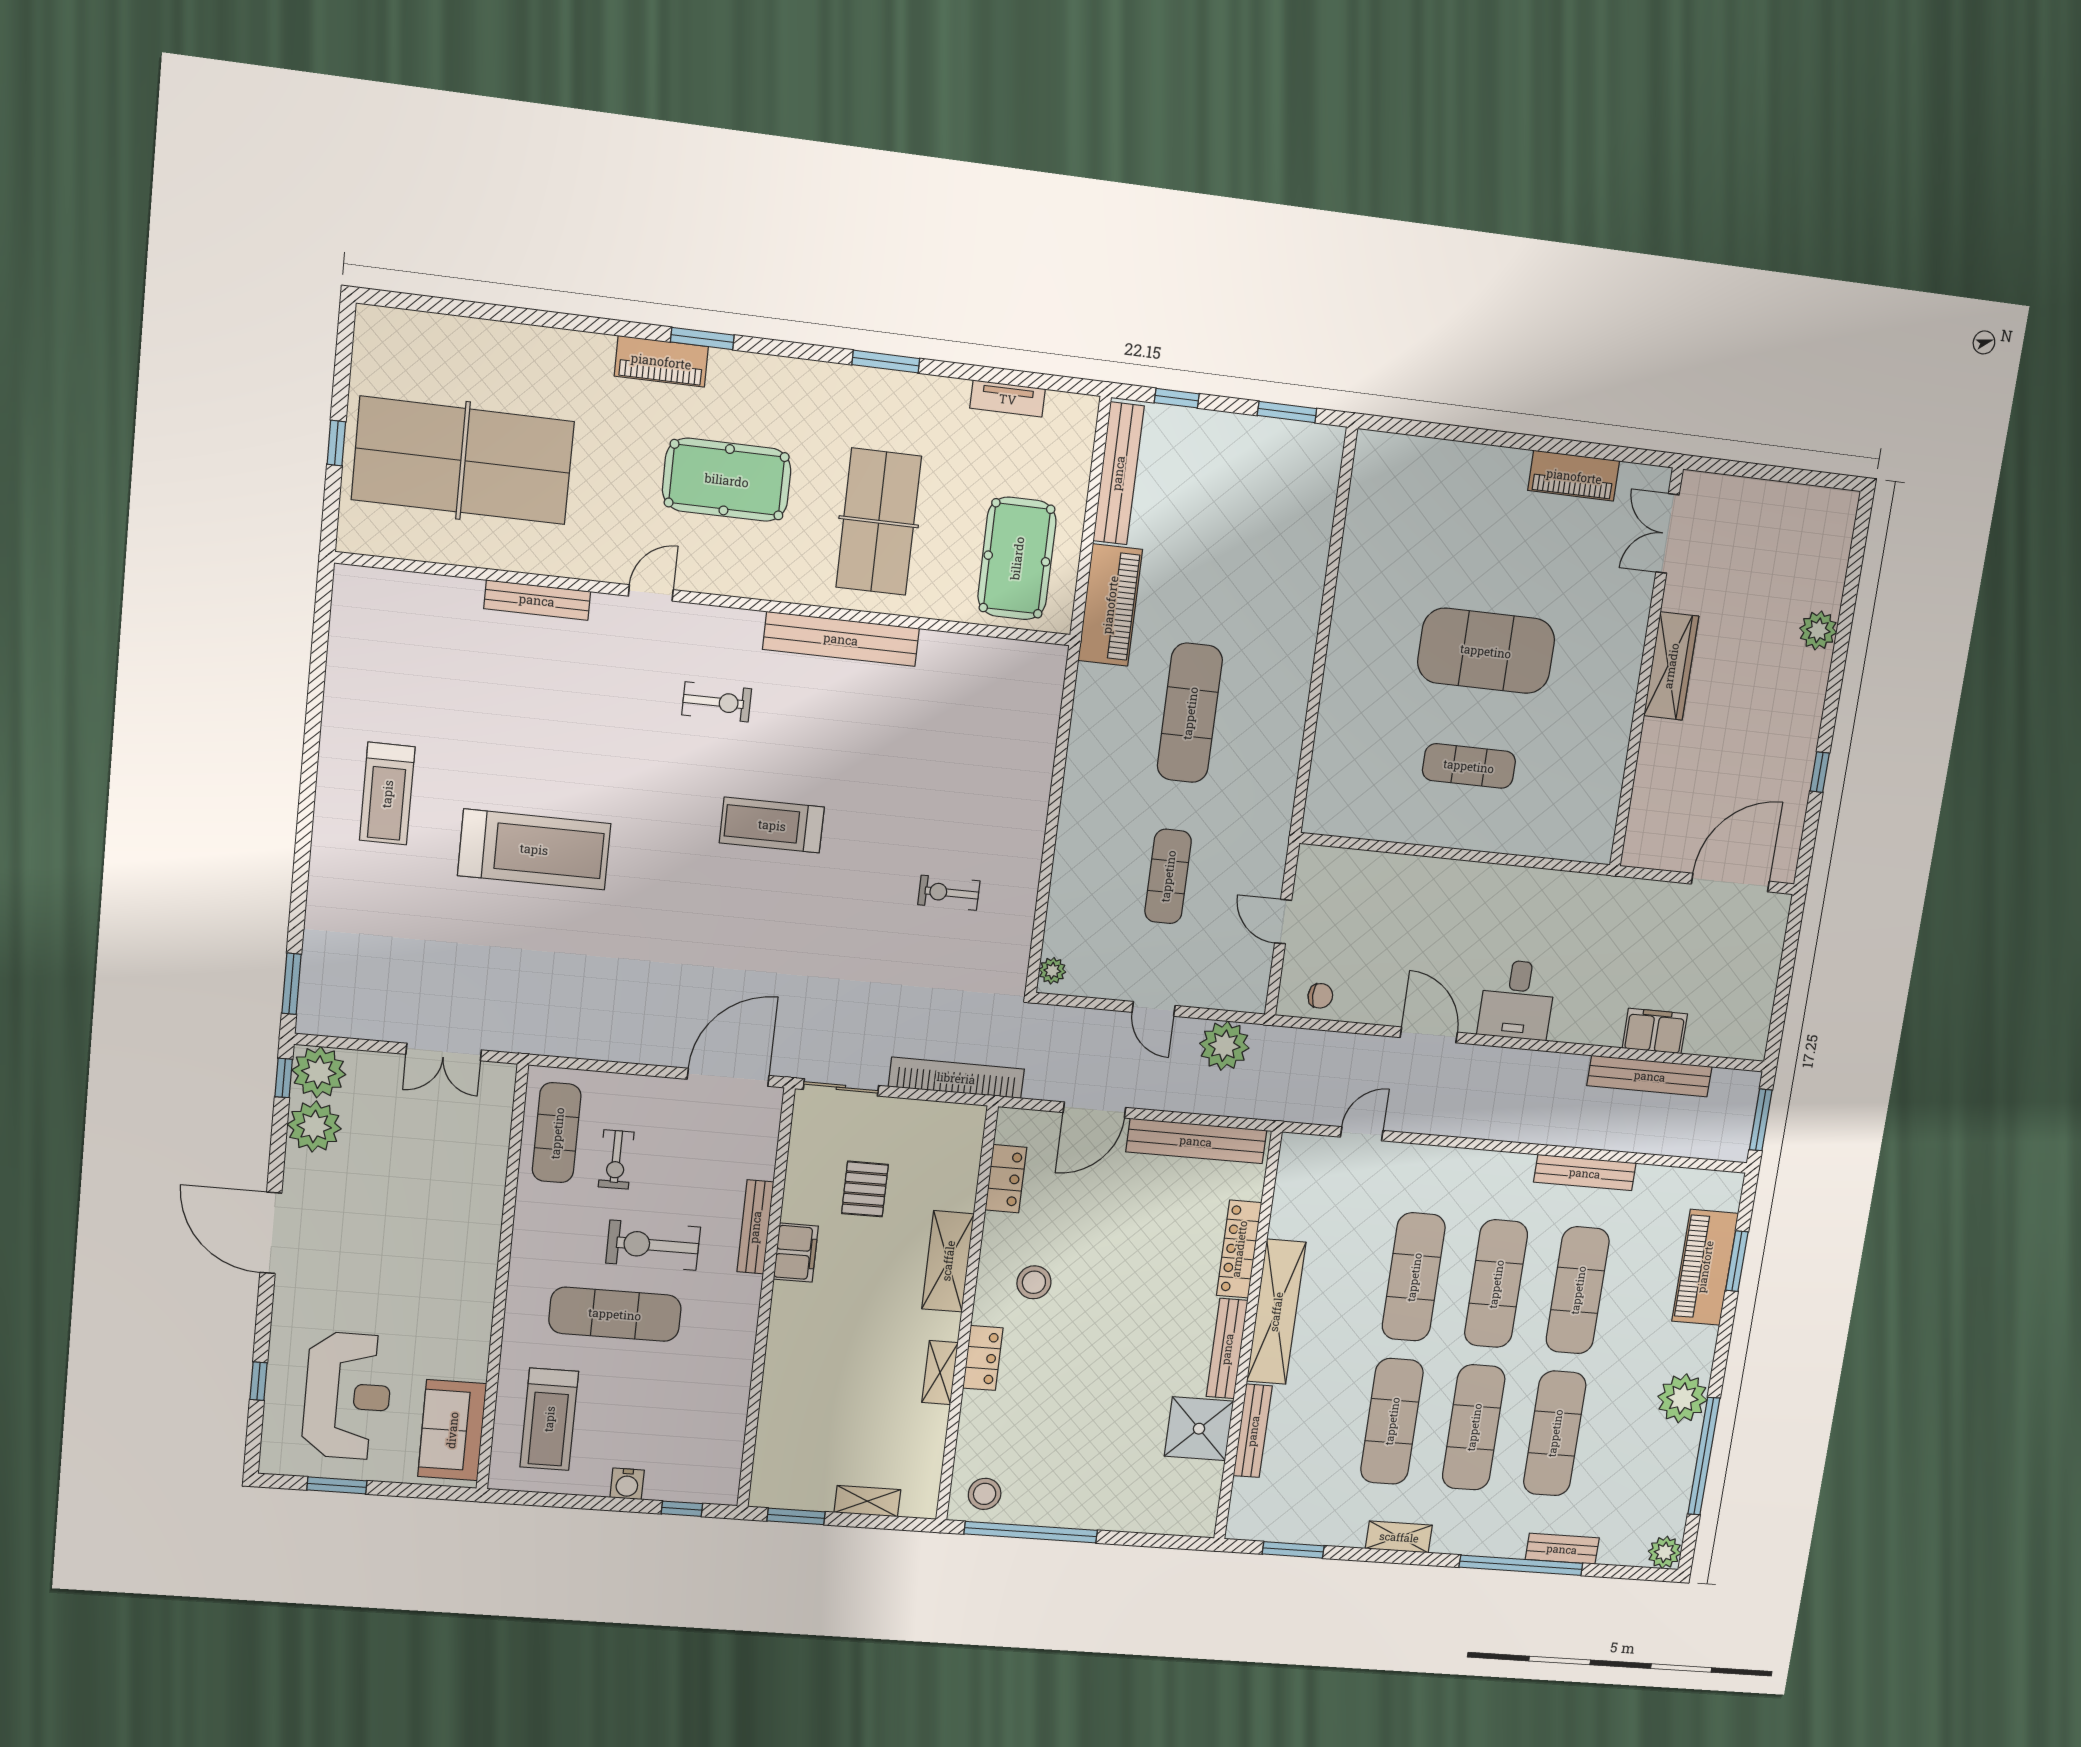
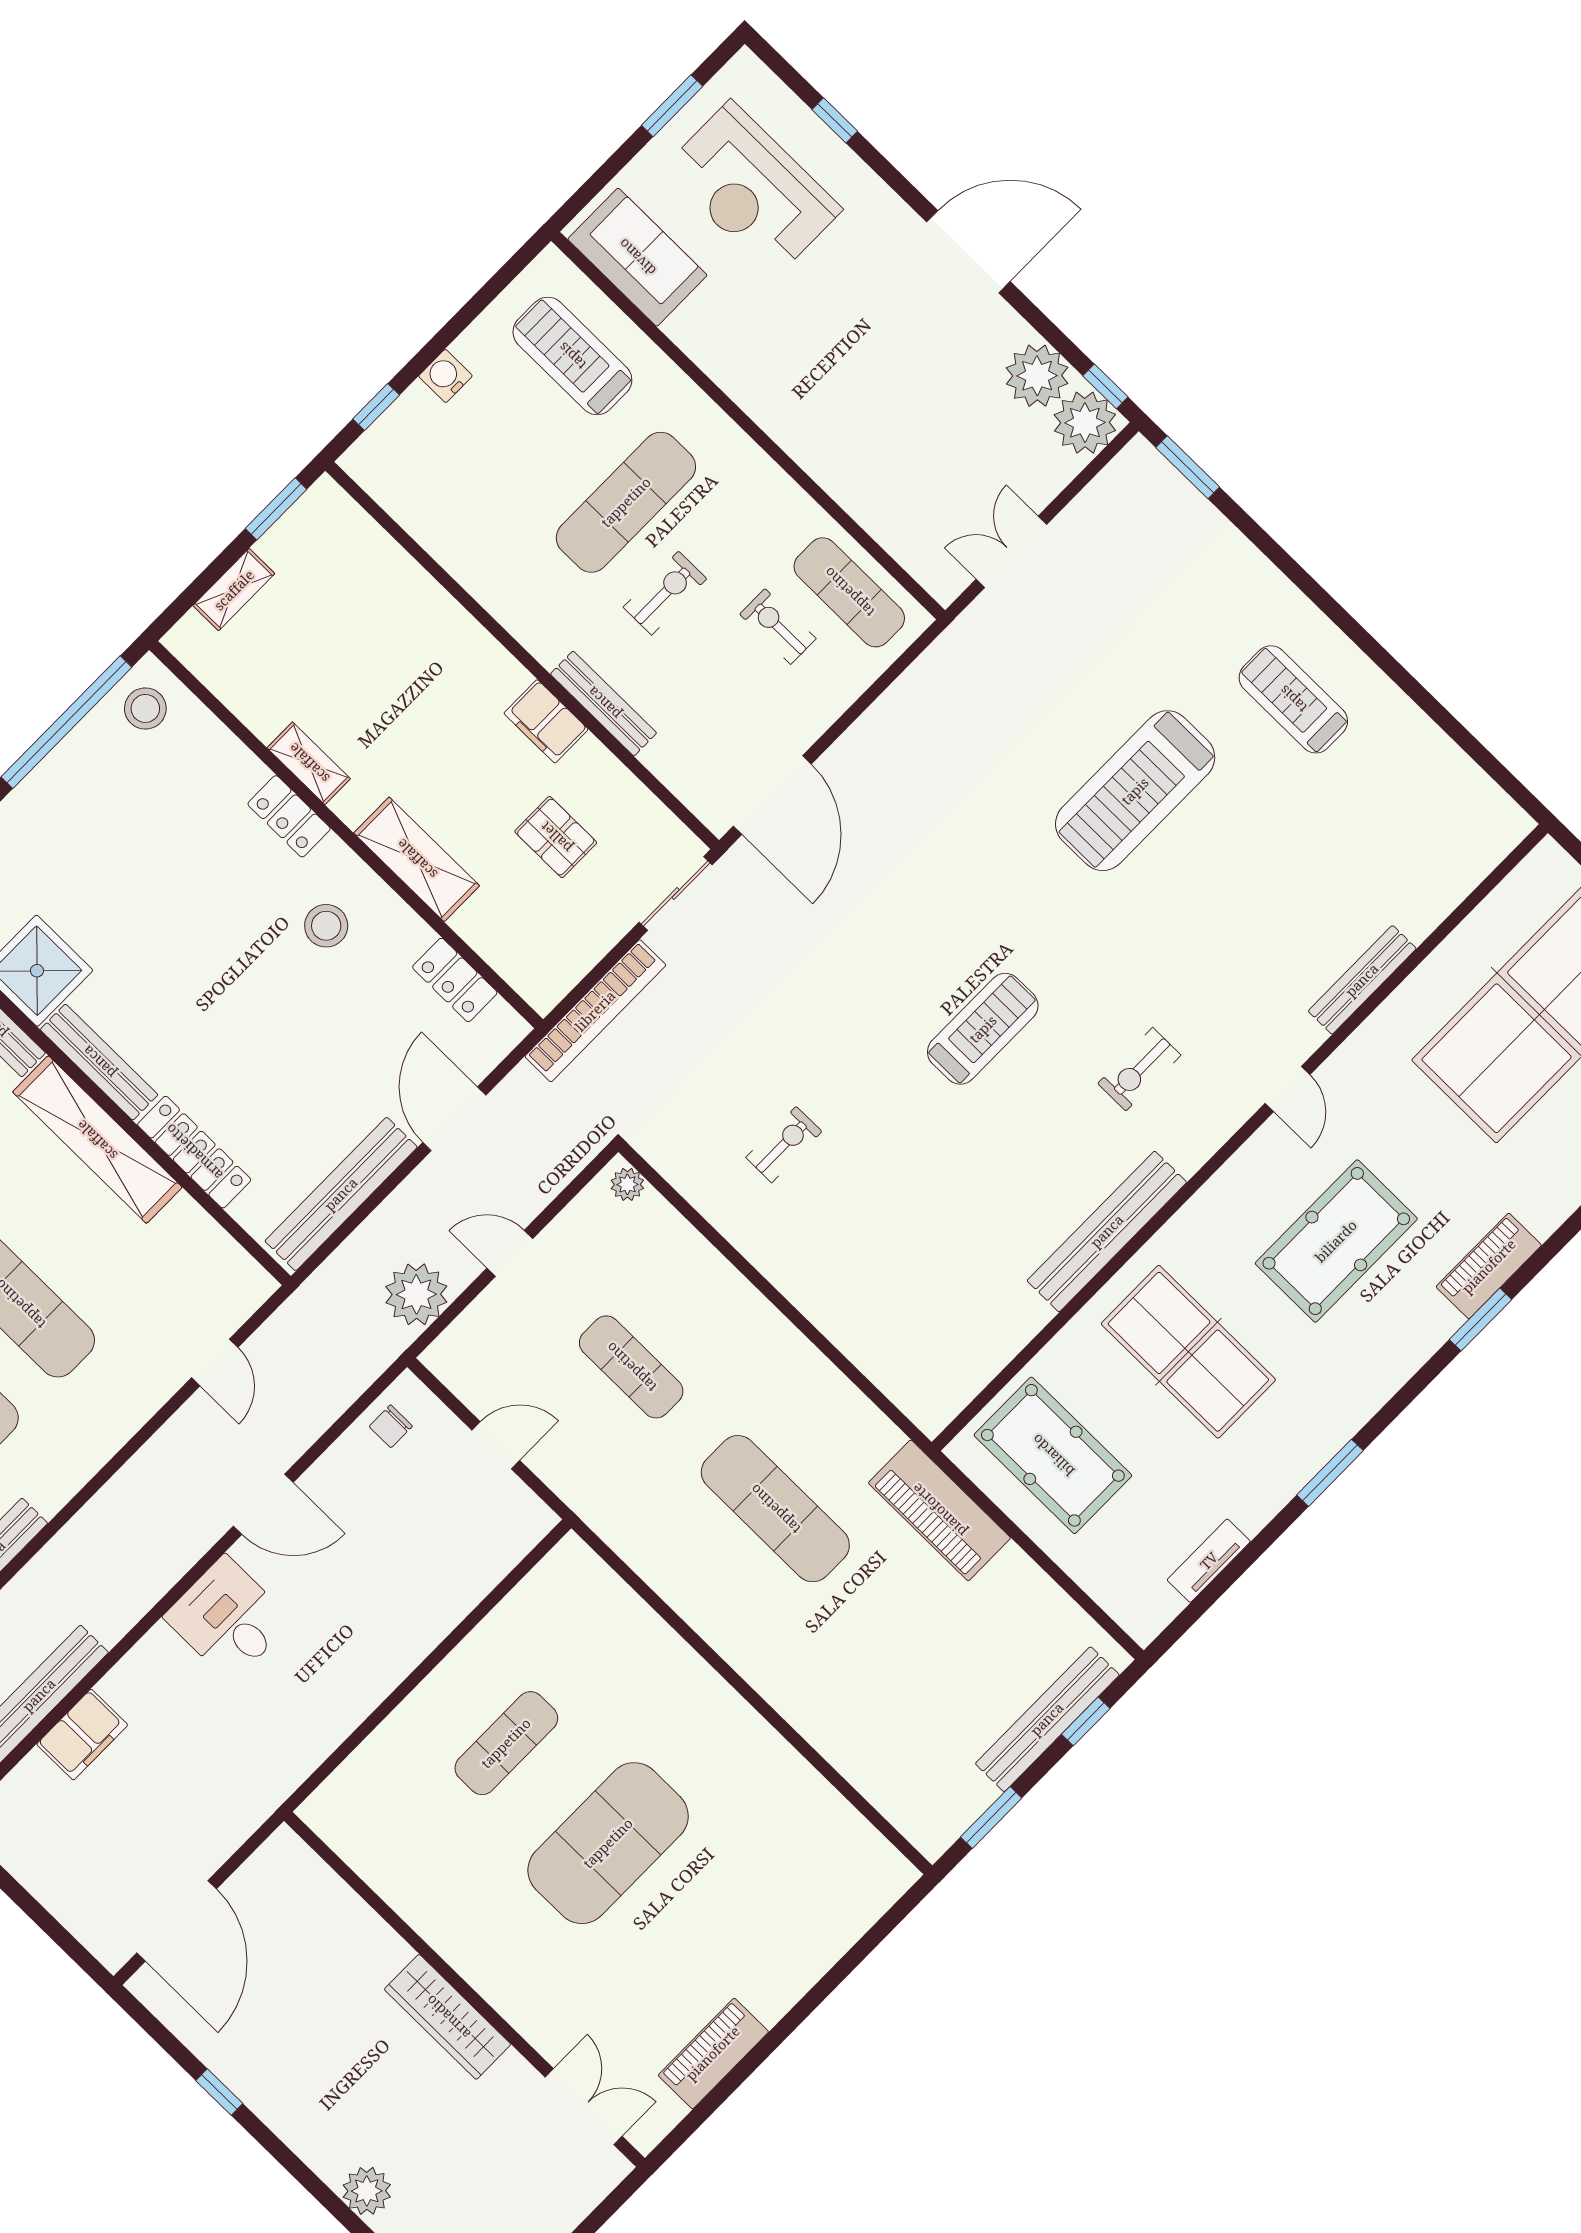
bench: (1118, 473) -> (1047, 1719), moved, turned 90
exercise bike: (653, 1245) -> (665, 593), width x0.73, depth x0.72

